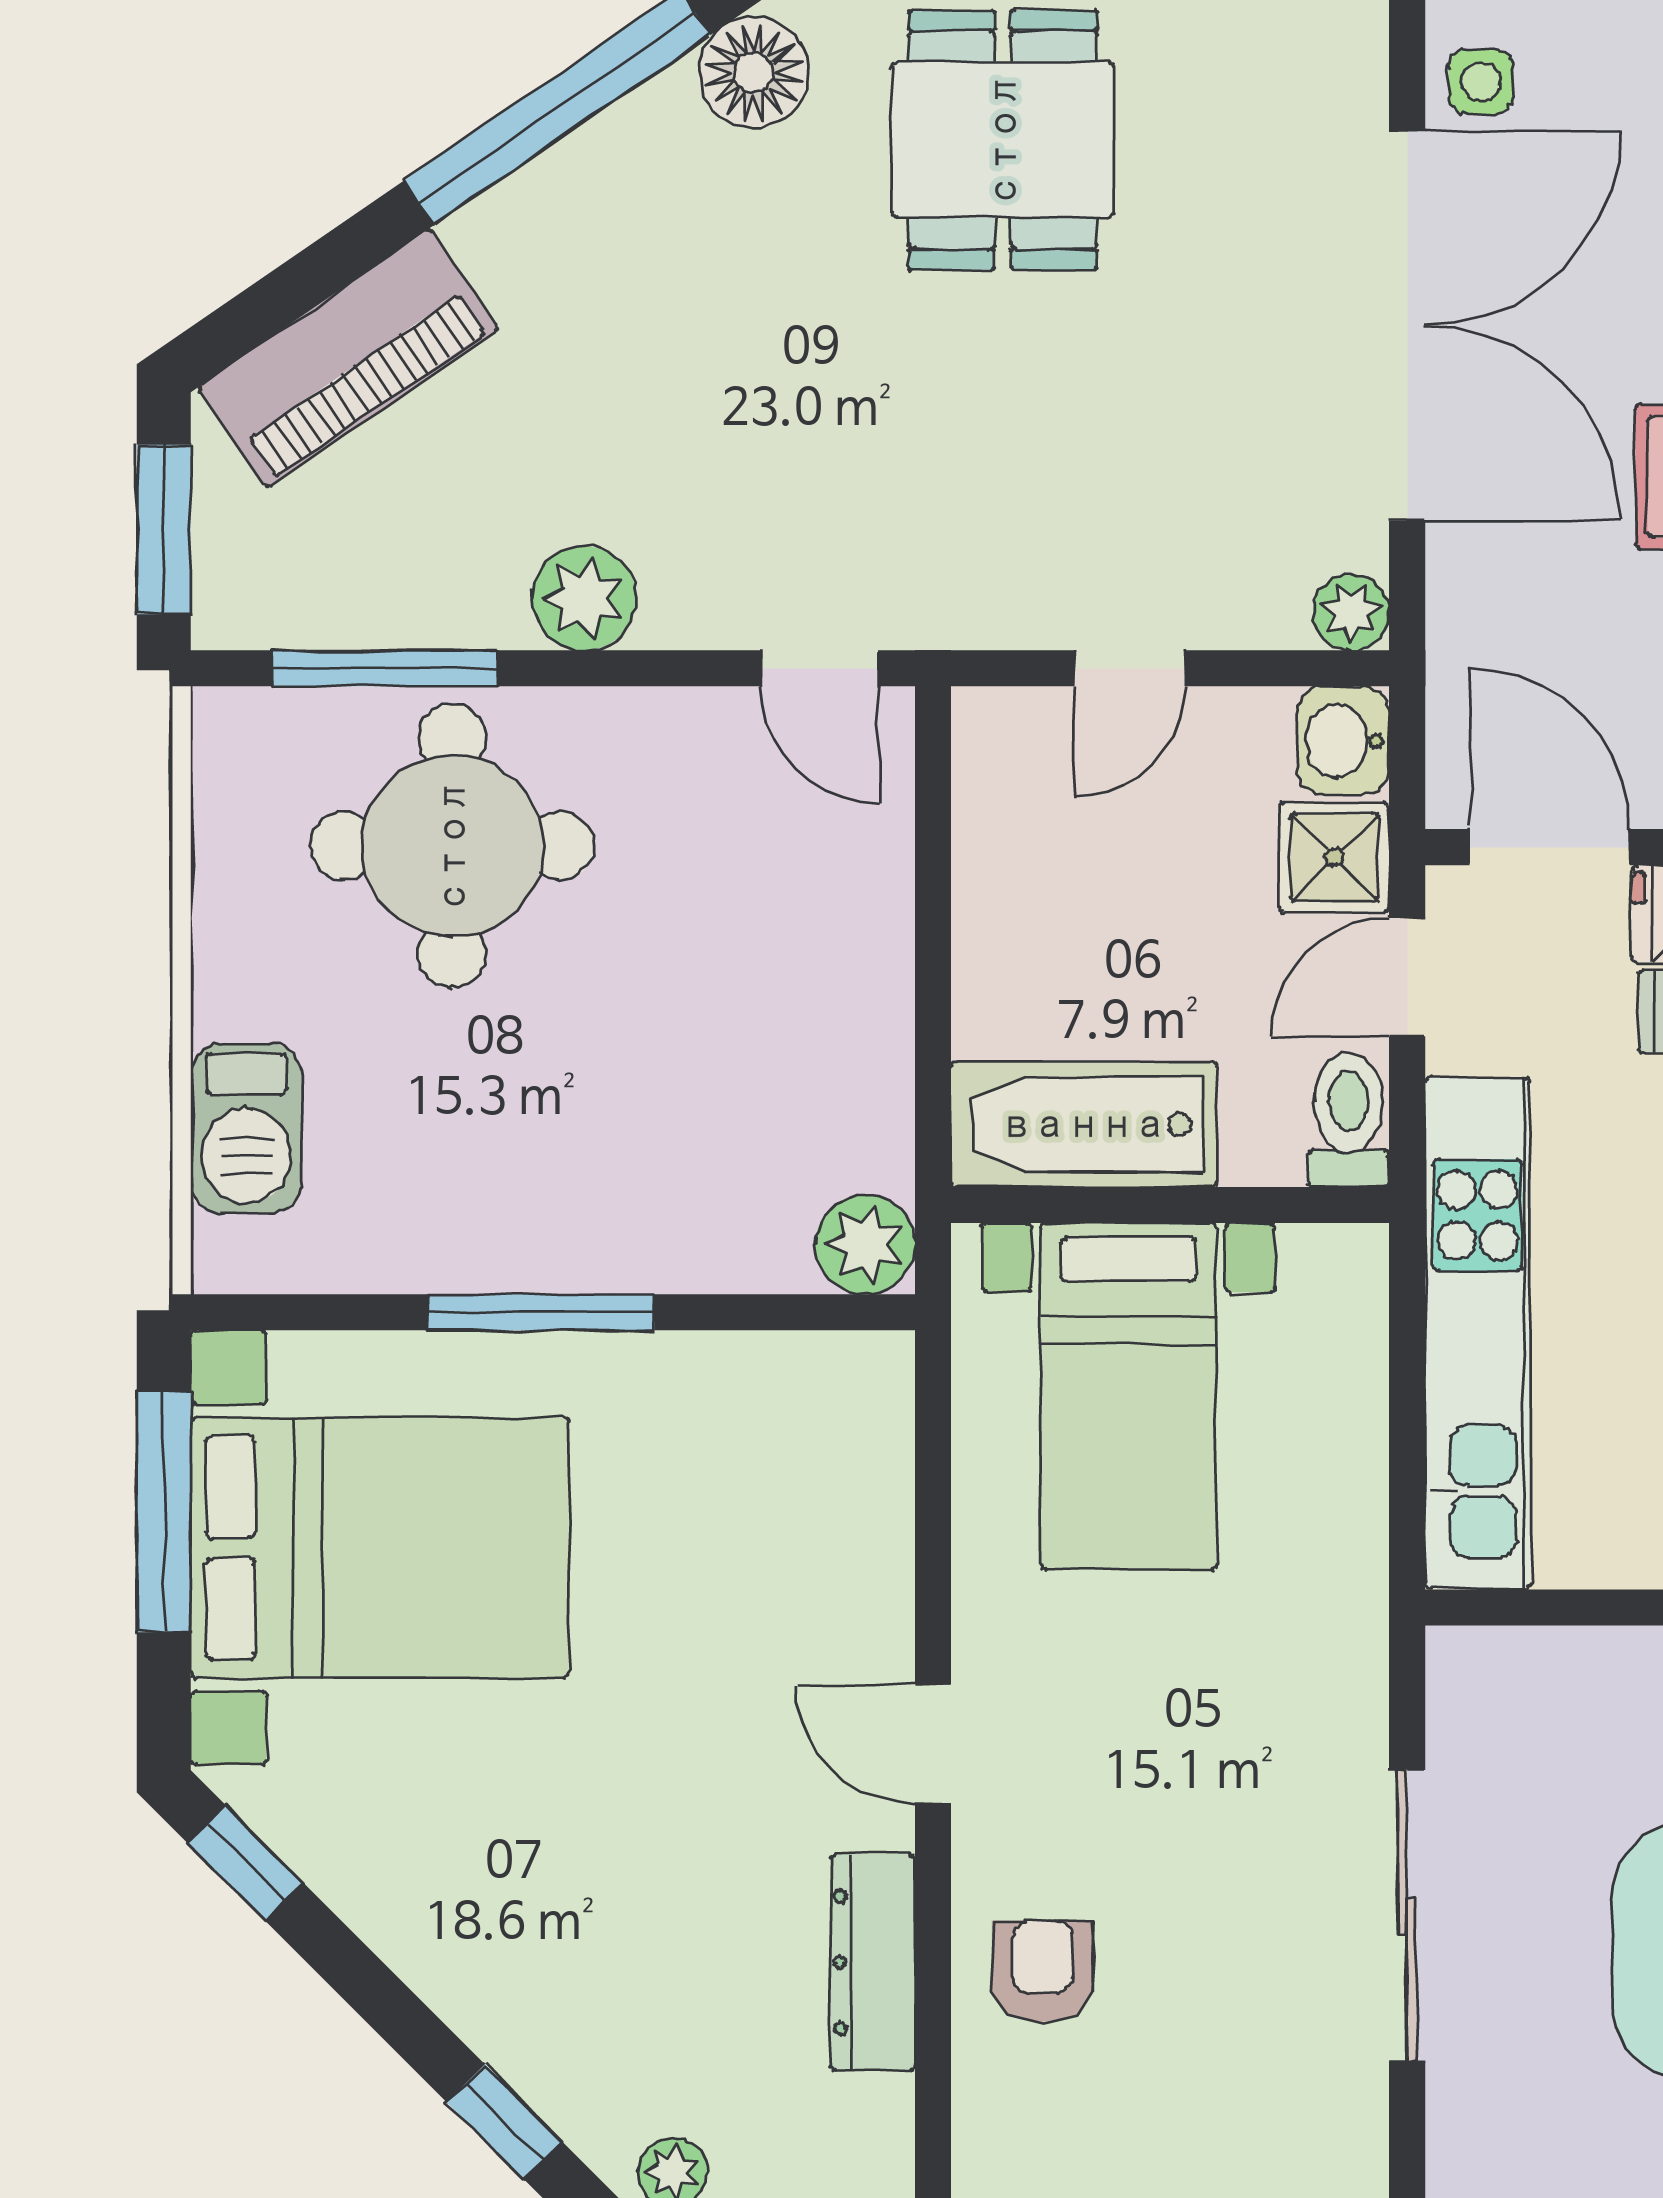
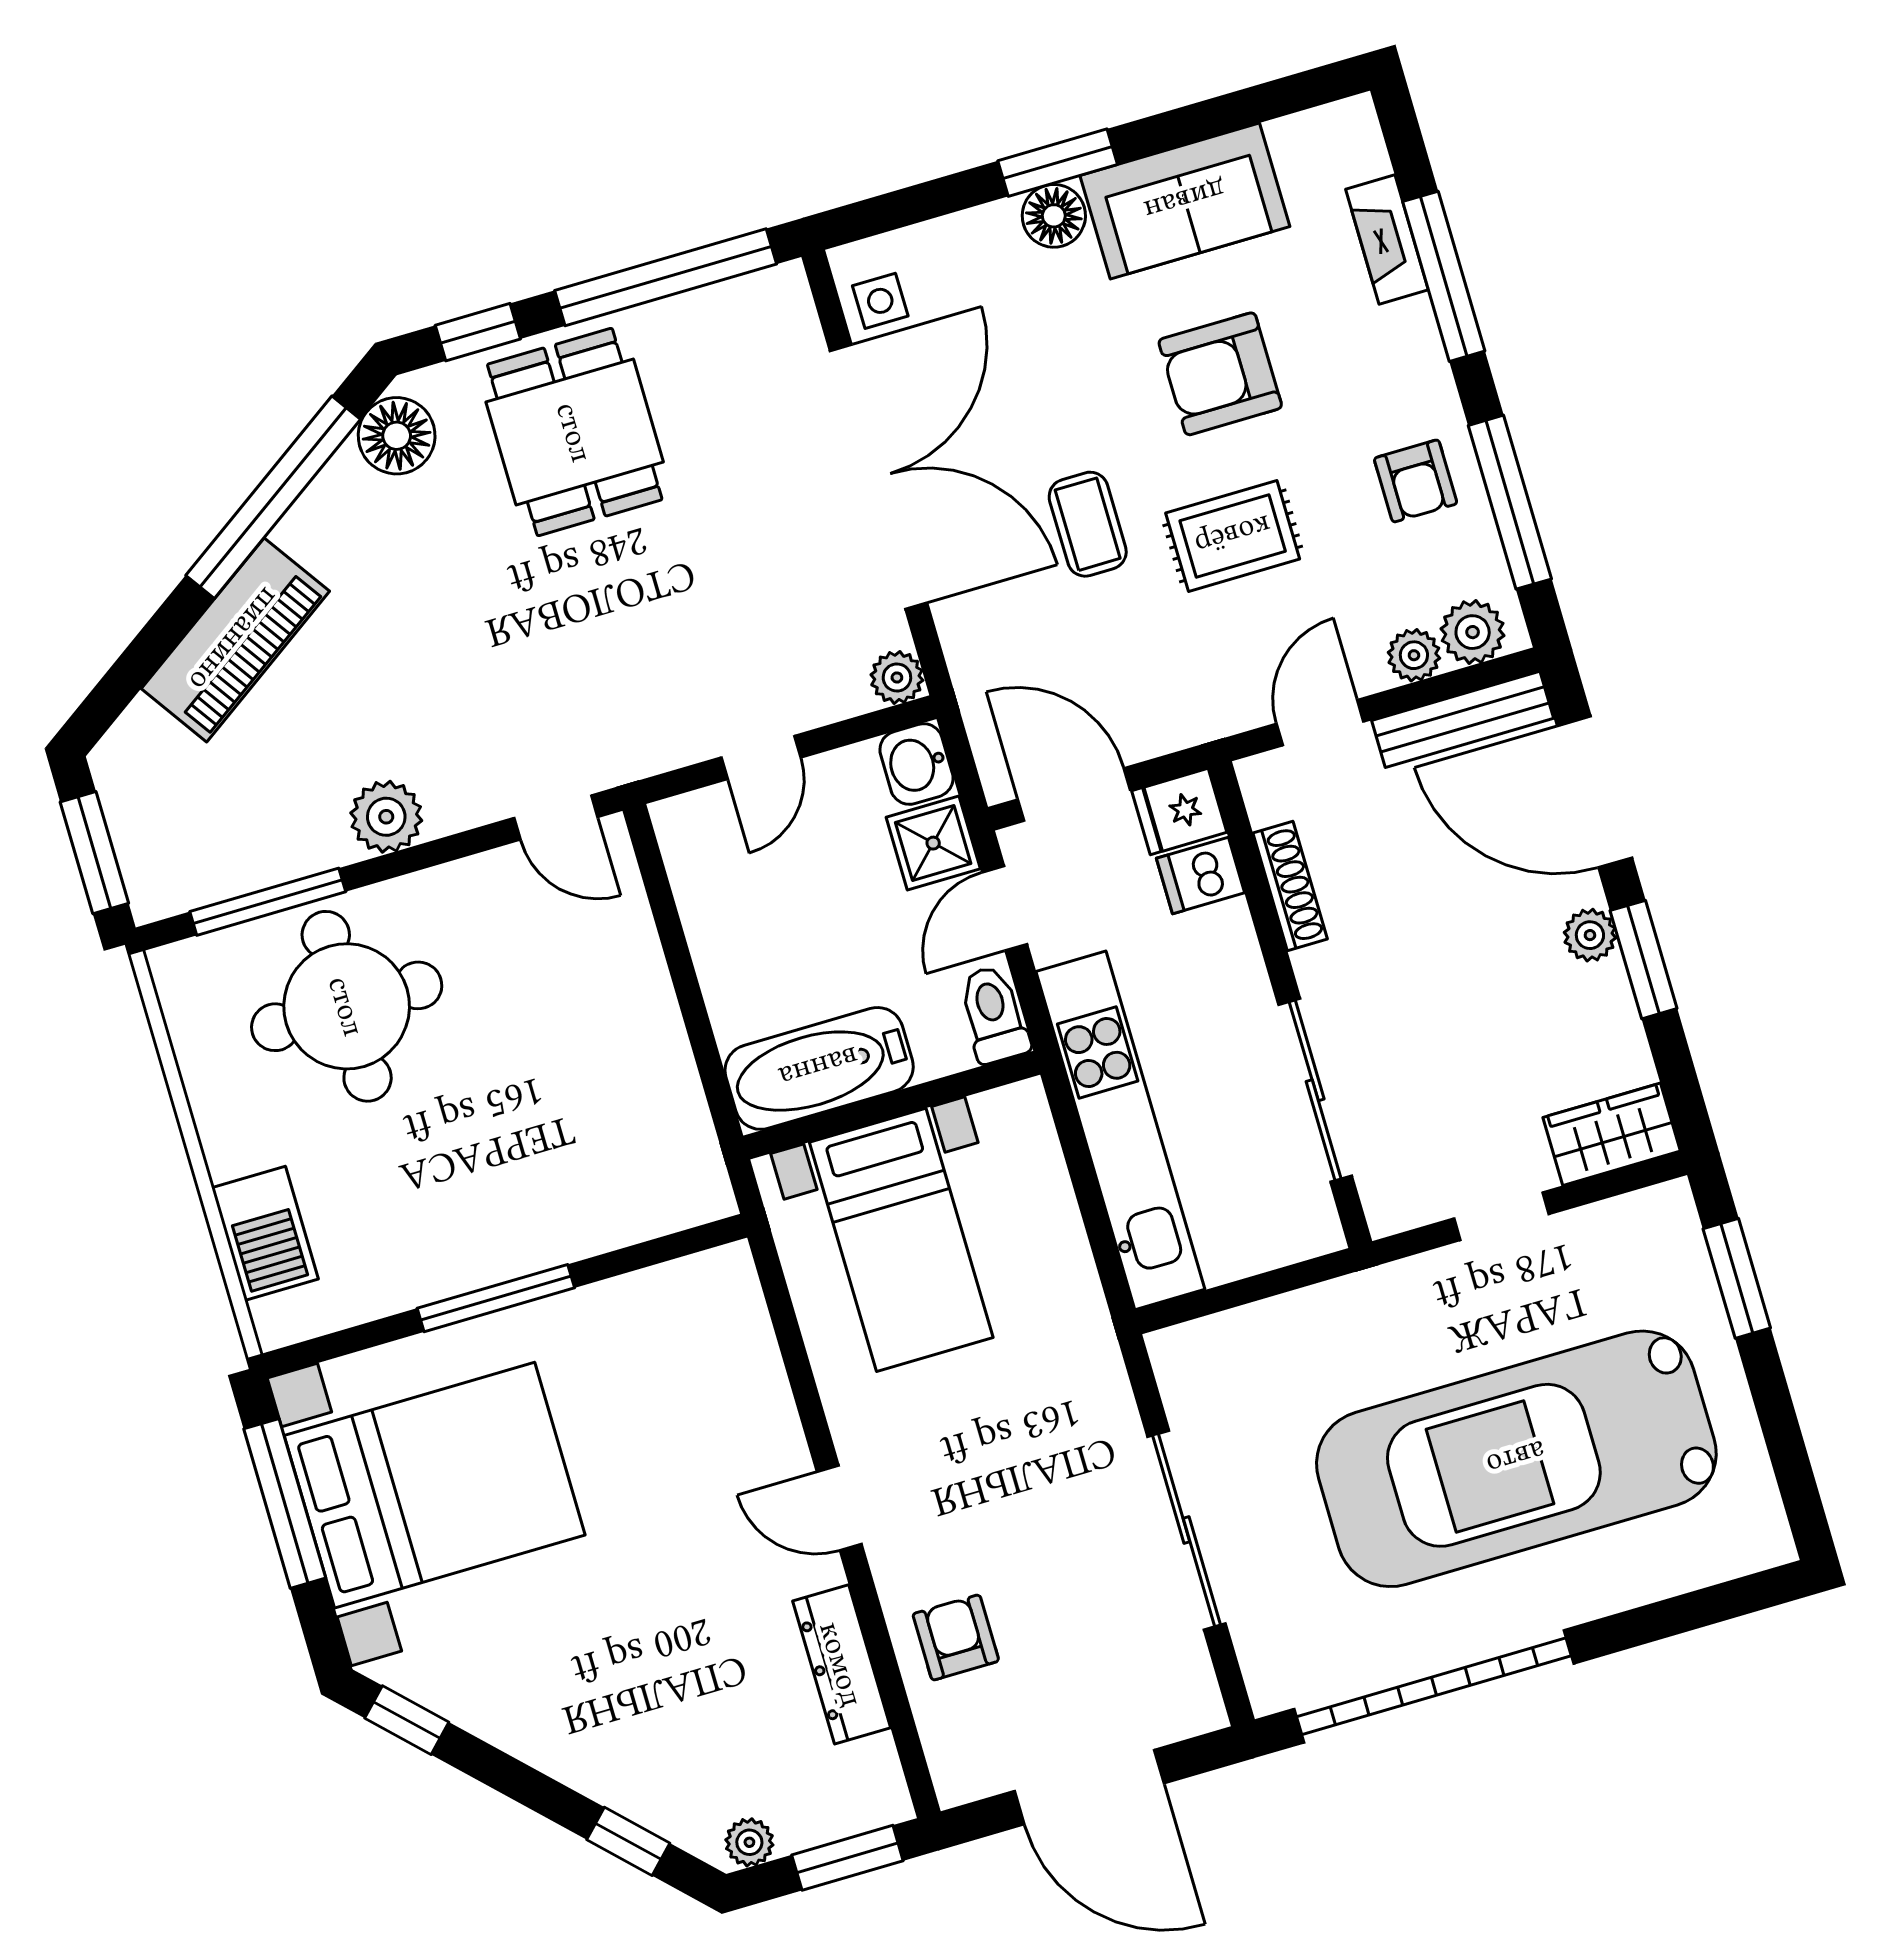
piano: (349, 358) -> (235, 640), moved
plant: (865, 1244) -> (697, 1190), removed

